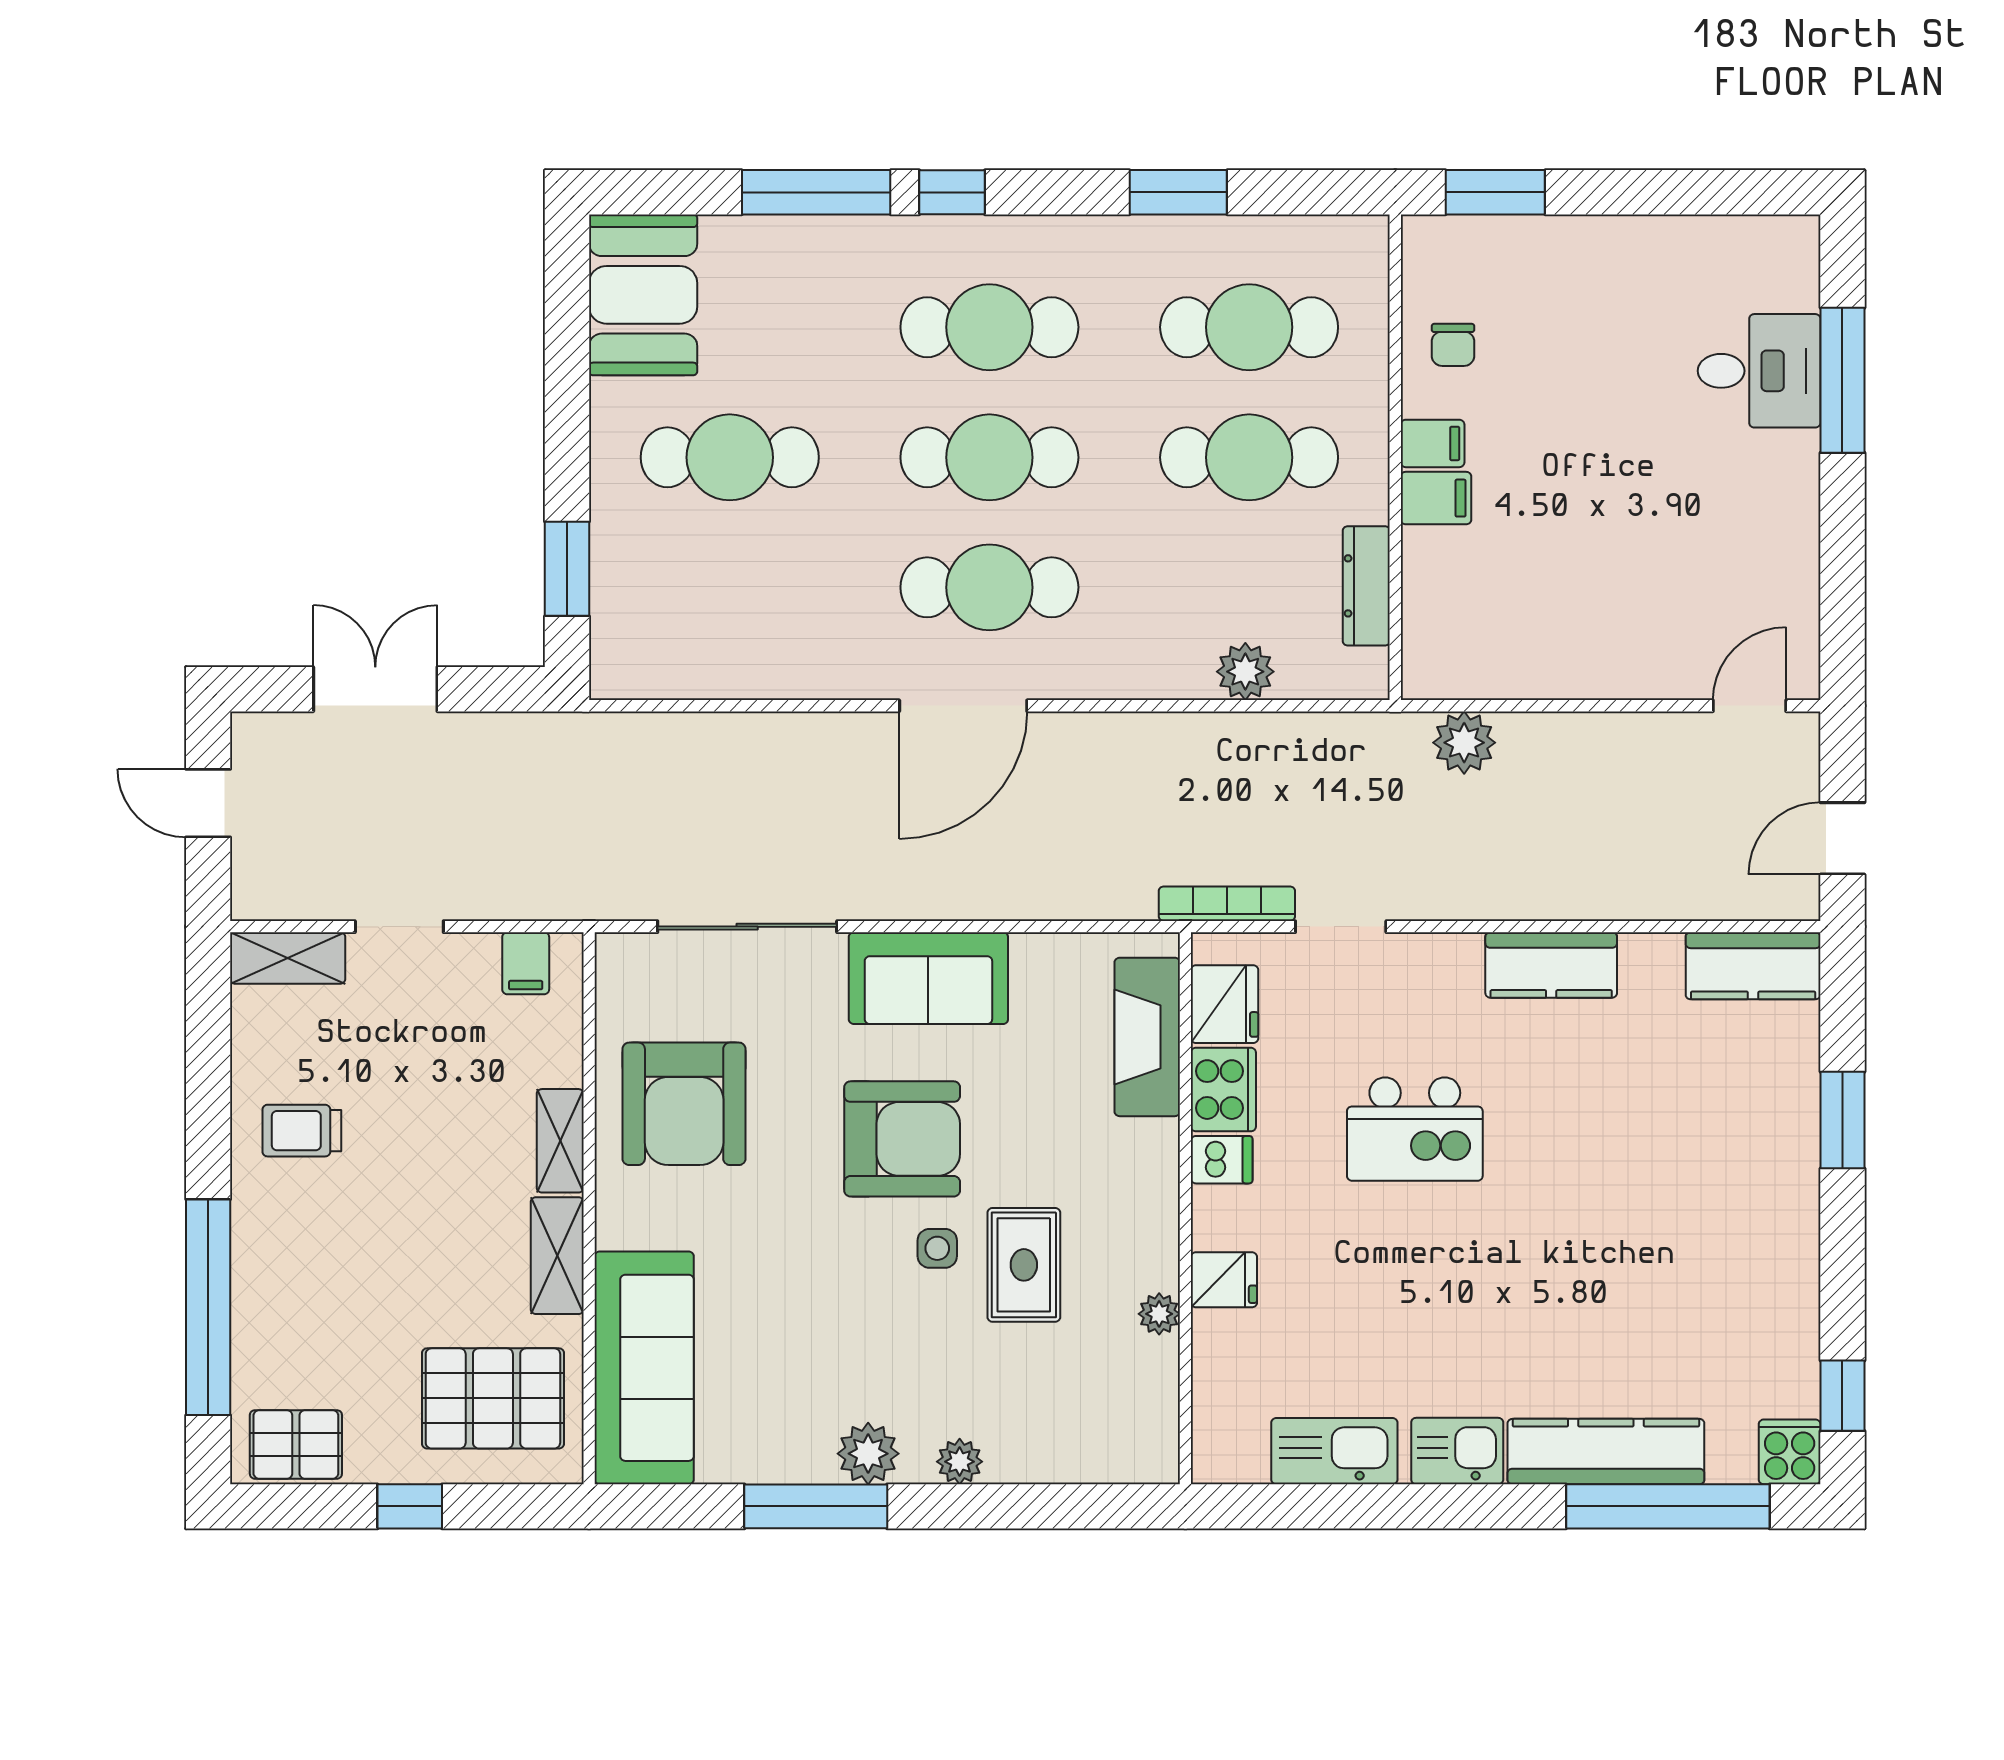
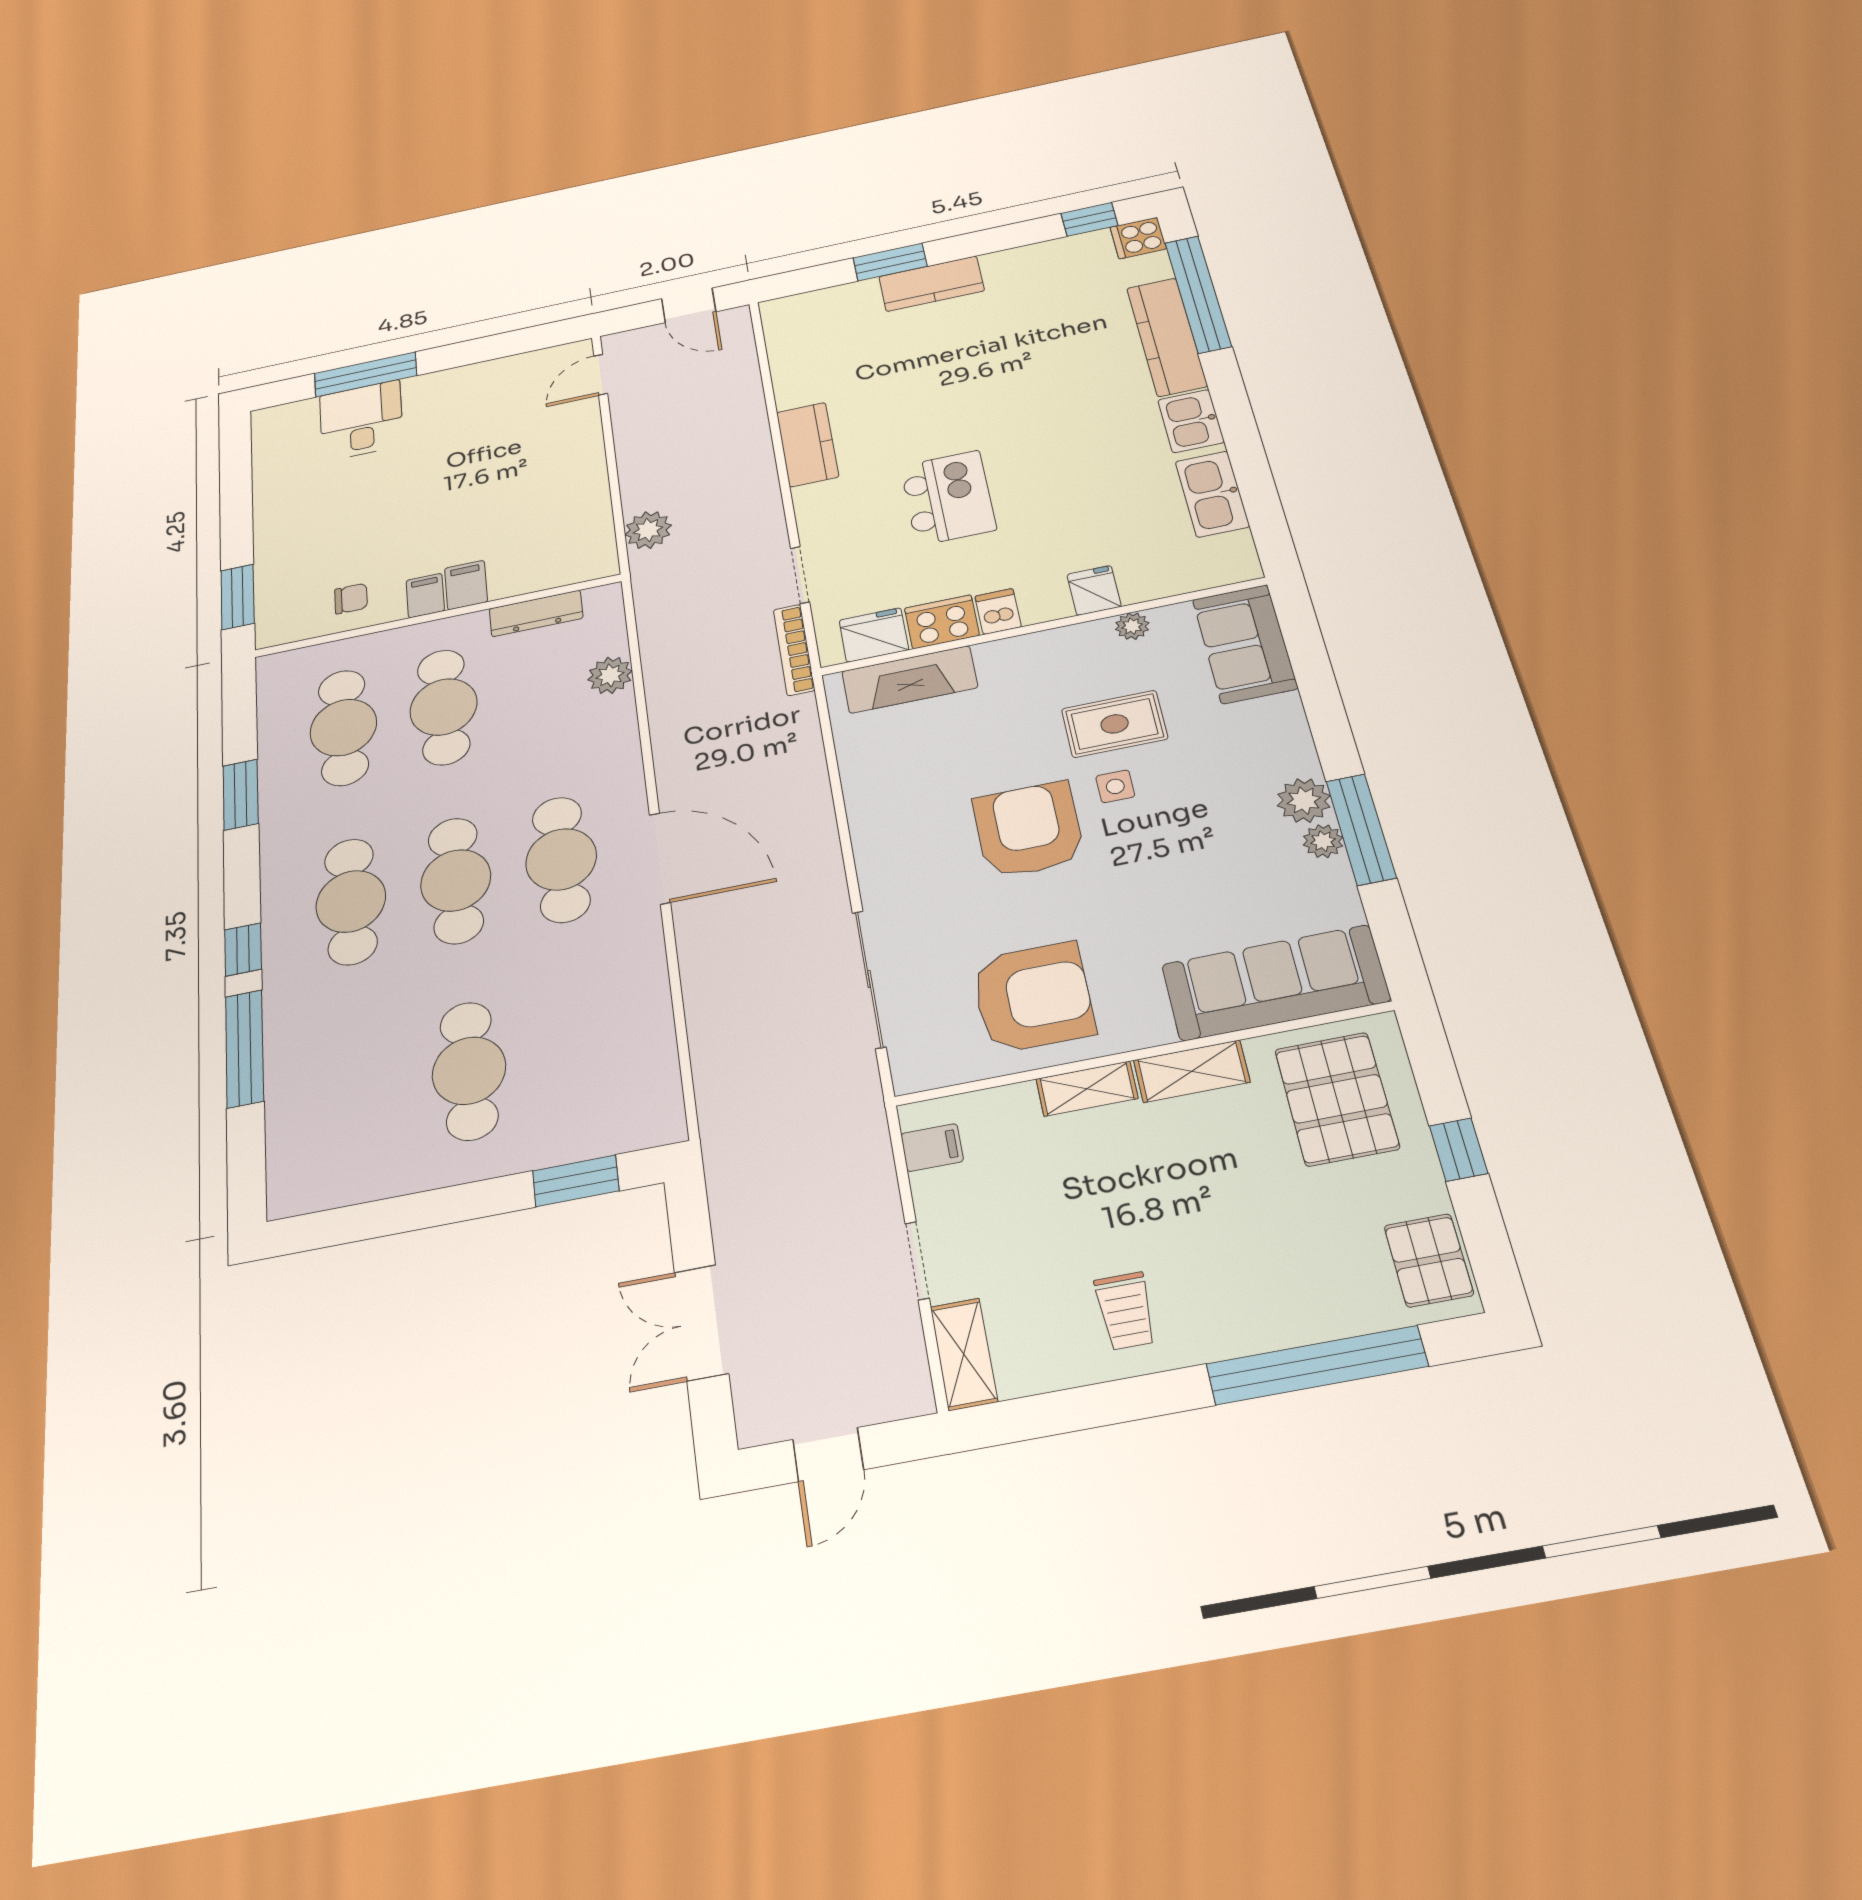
booth: (643, 295) -> (334, 1165), removed
door: (1750, 706) -> (601, 375), hinge flipped
kitchen counter: (1753, 966) -> (931, 284), moved, turned 90
sofa: (928, 978) -> (1245, 644), moved, turned 180
plant: (960, 1462) -> (1323, 841), moved

